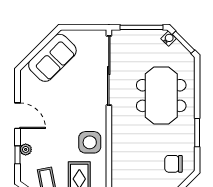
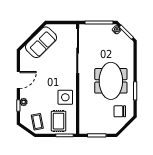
meeting table: (161, 96) -> (111, 81), moved
door: (17, 116) -> (18, 80), hinge flipped

